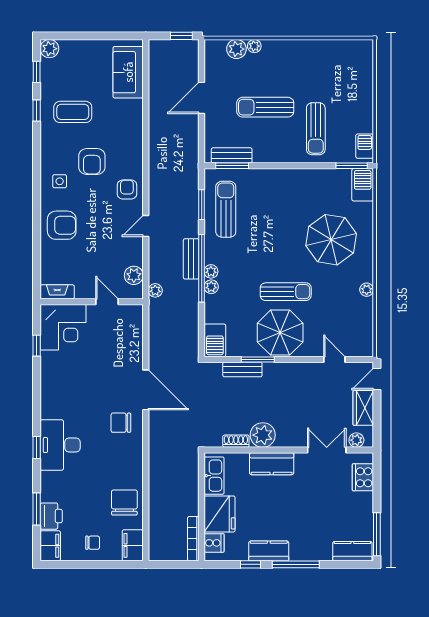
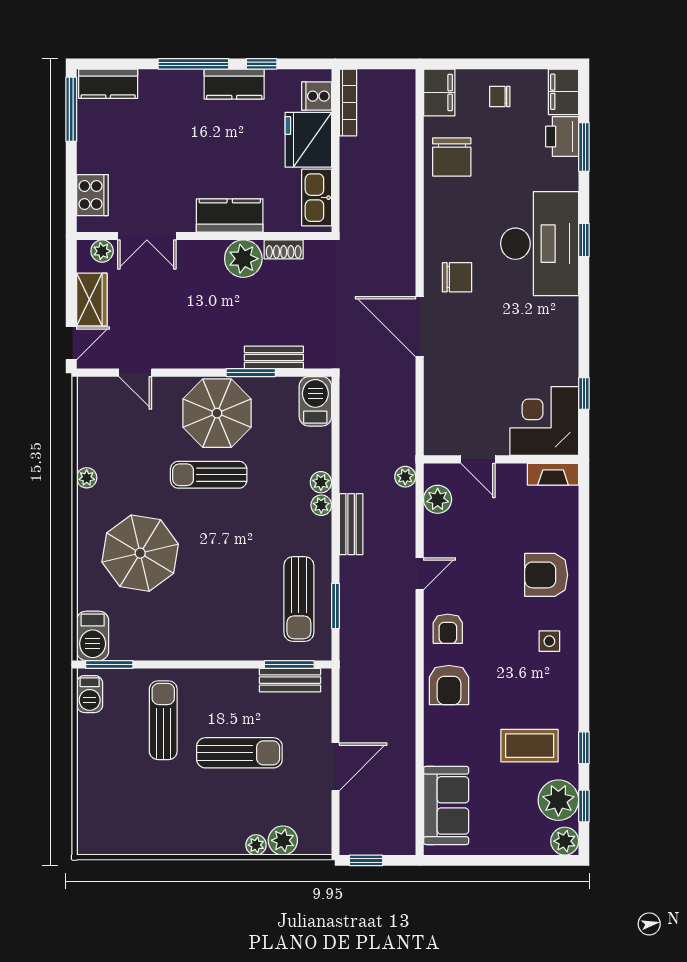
plant: (54, 76) -> (558, 800), added
armchair: (92, 161) -> (449, 685), moved, turned 180
window: (202, 268) -> (335, 510), removed
desk: (60, 445) -> (540, 244), width x1.36, depth x1.30

